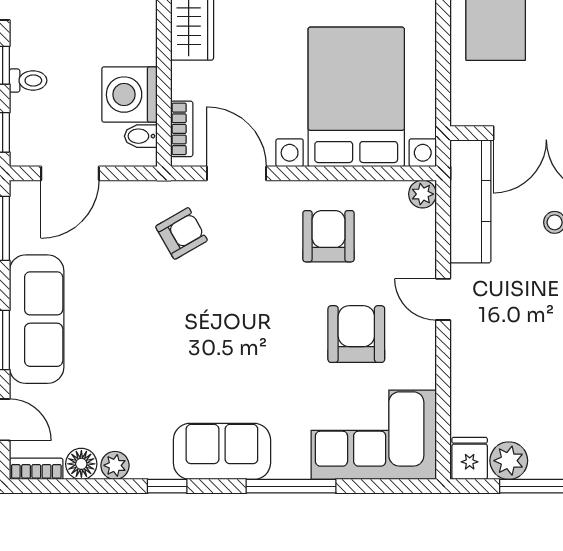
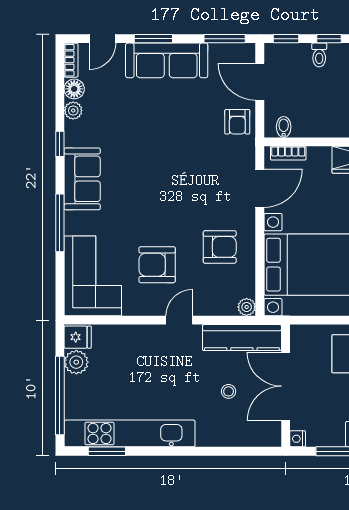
washing machine: (130, 95) -> (310, 120), removed
armchair: (181, 233) -> (237, 122), moved, turned 30
armchair: (356, 334) -> (157, 265), turned 180

